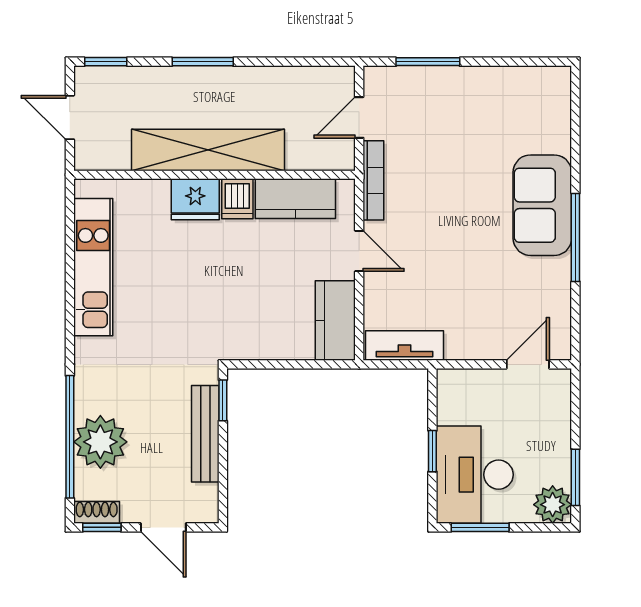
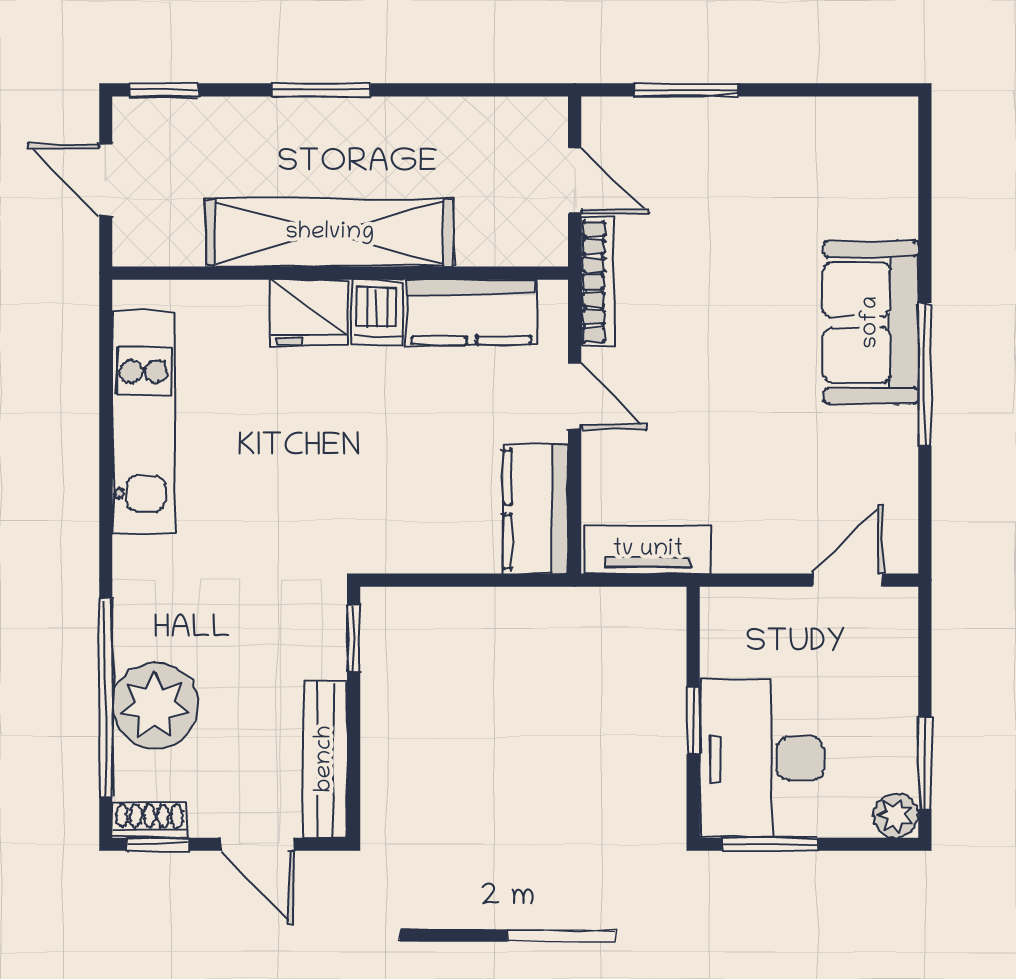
door: (359, 117) -> (575, 180), swing flipped
bench: (205, 434) -> (325, 759), moved
plant: (553, 505) -> (896, 815), width x0.73, depth x0.73

